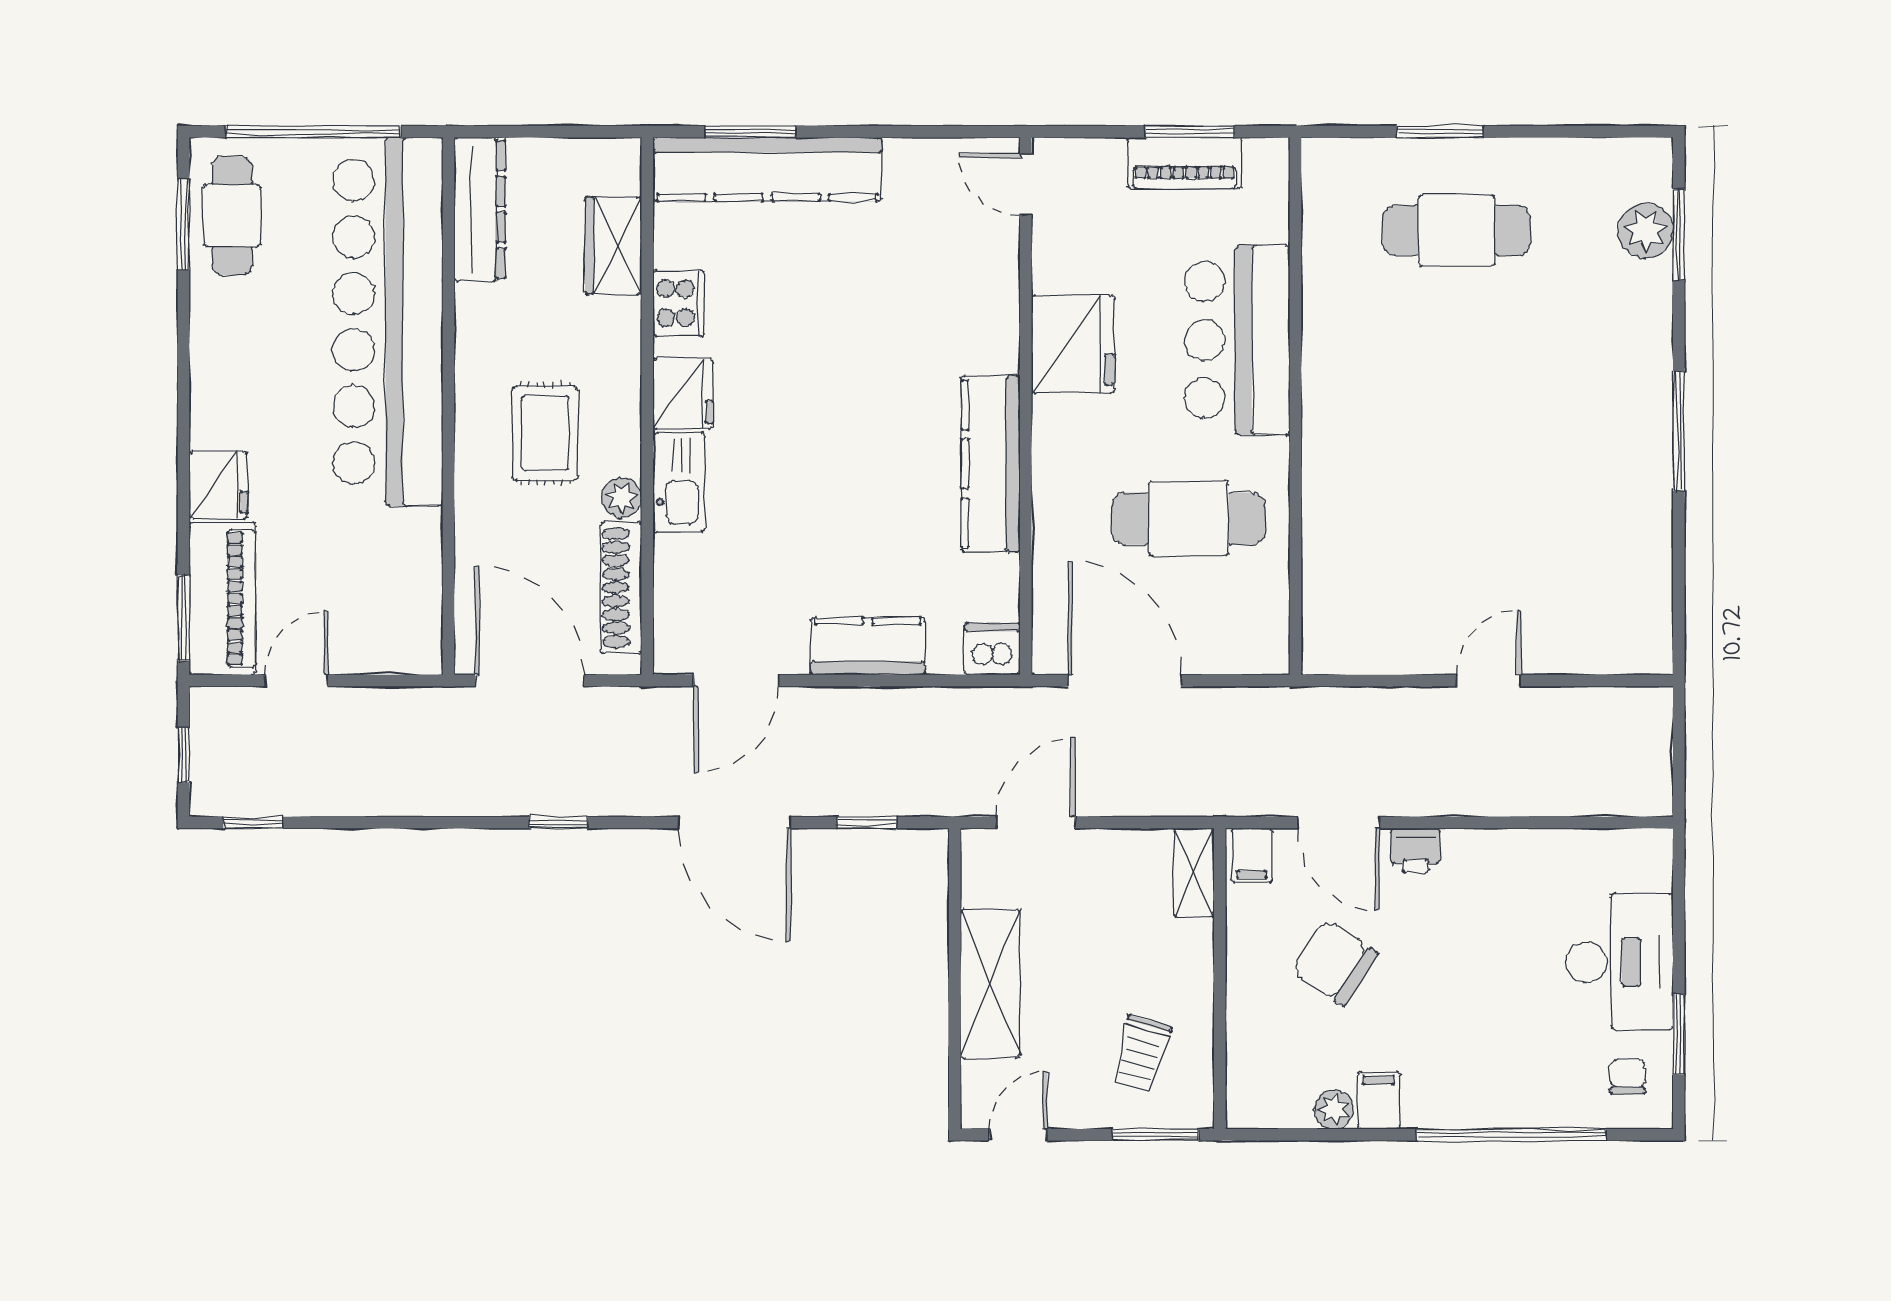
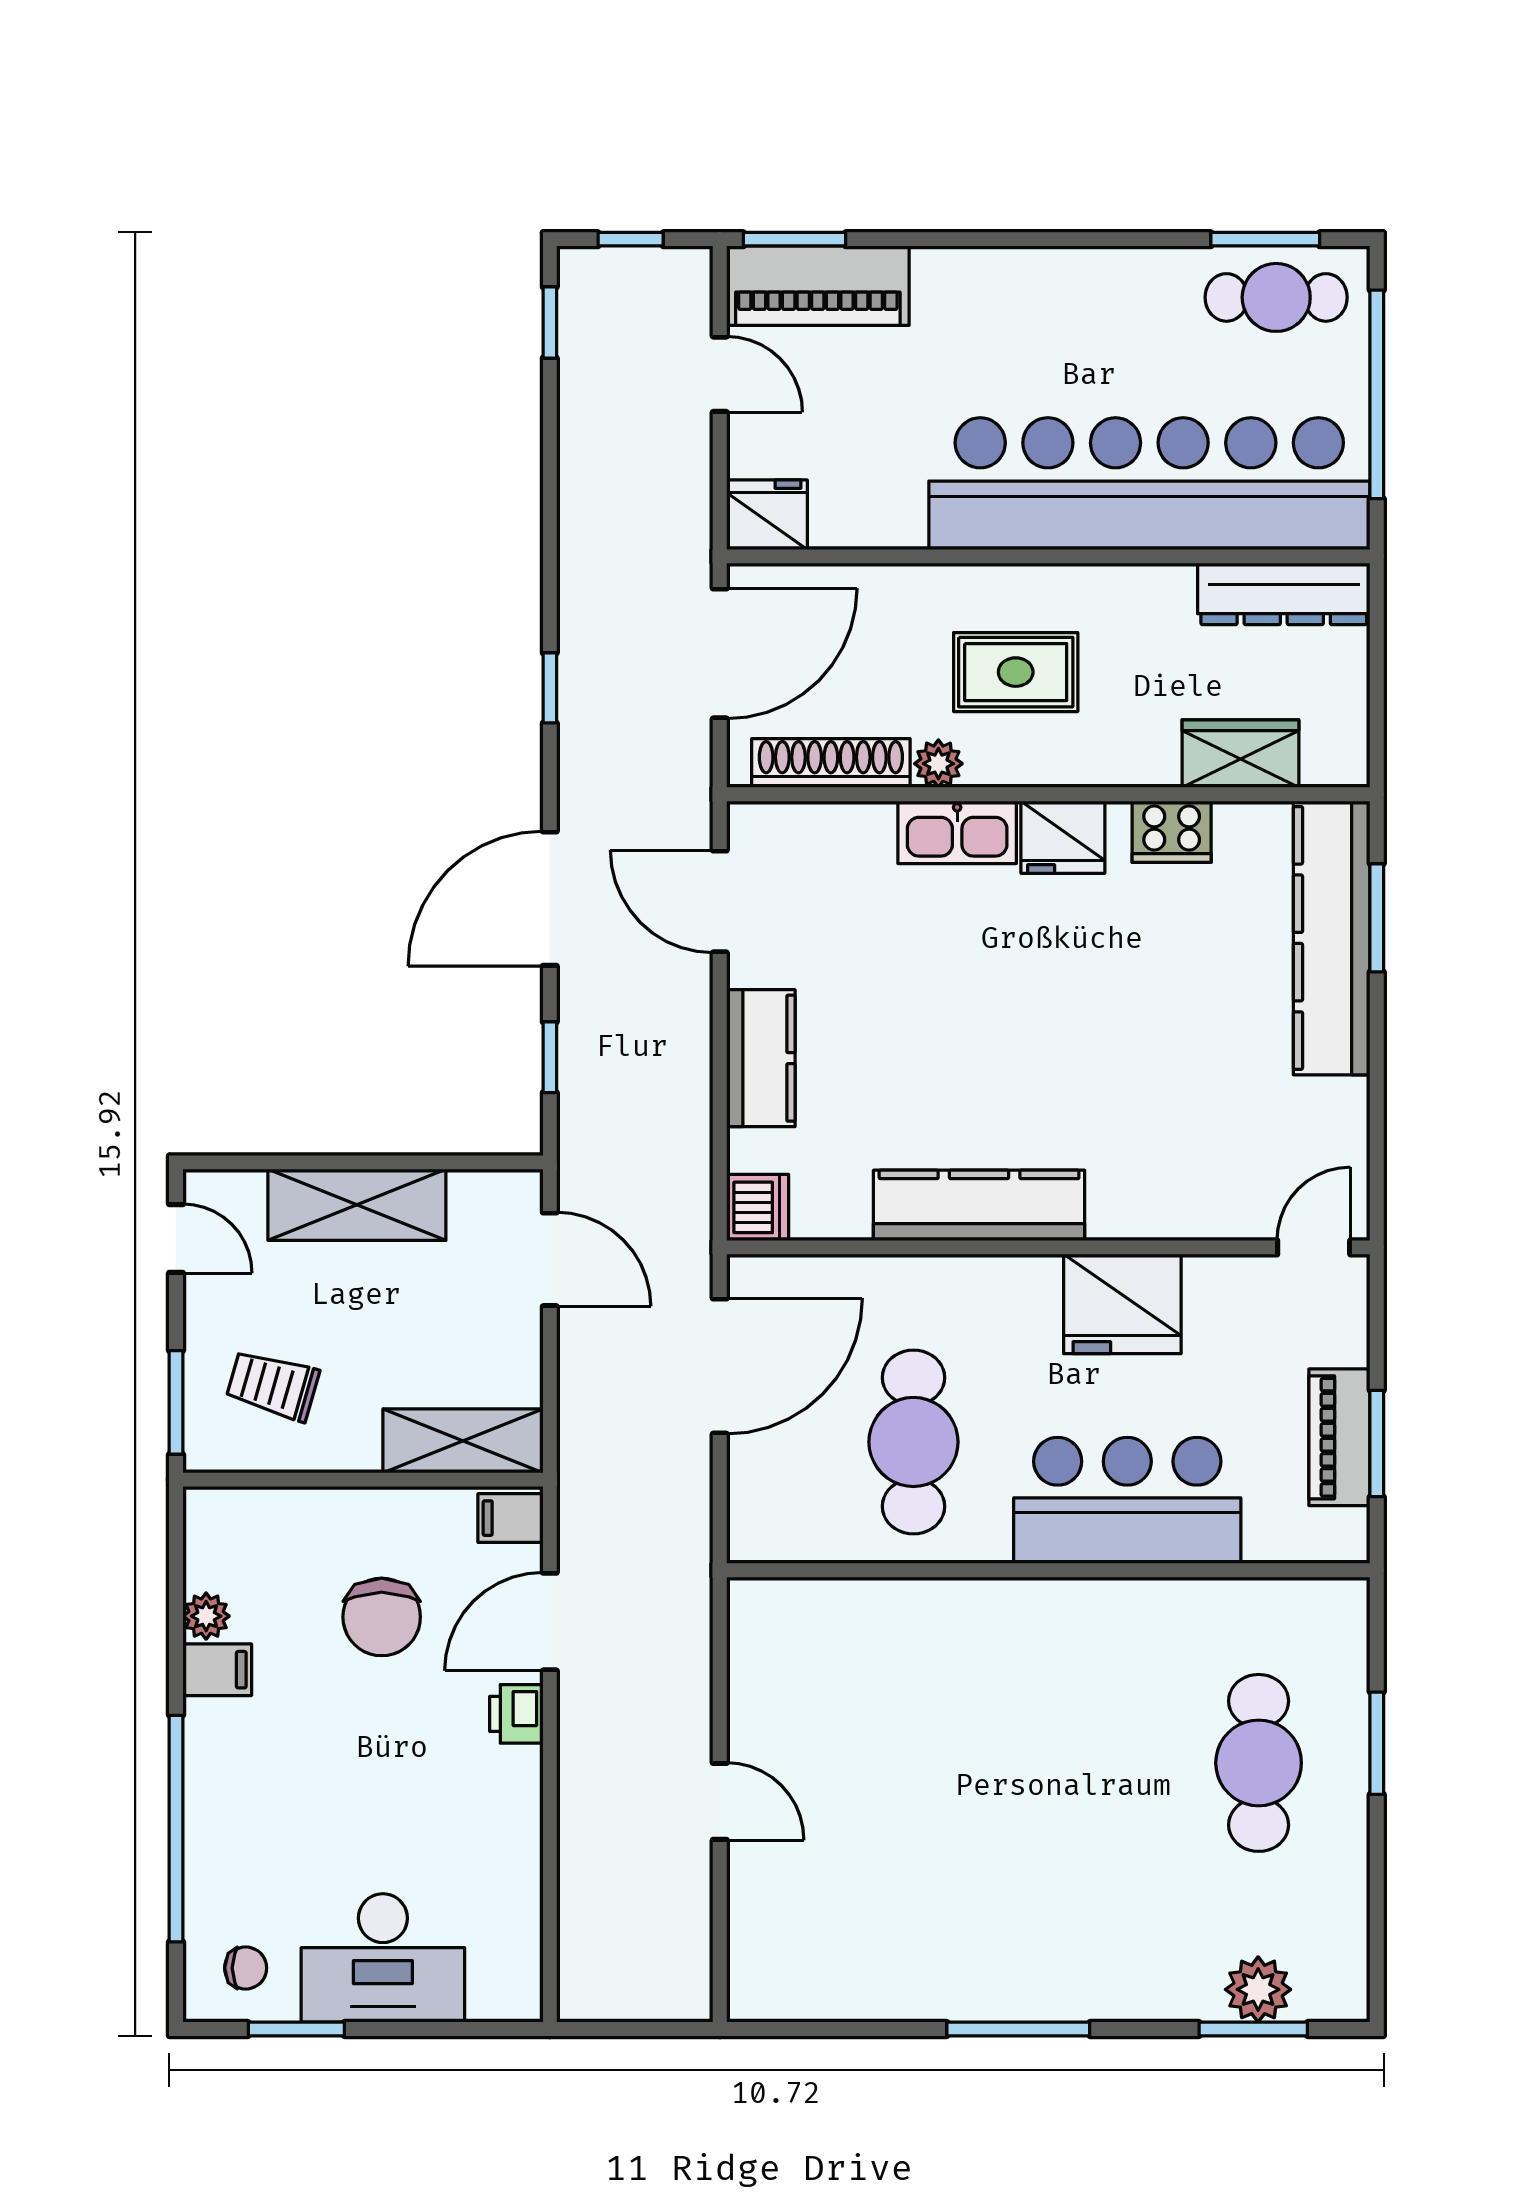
fridge: (218, 485) -> (767, 515), moved, turned 180
shelving: (1194, 873) -> (463, 1441), width x1.50, depth x1.33
chair: (1335, 963) -> (382, 1617), turned 147

